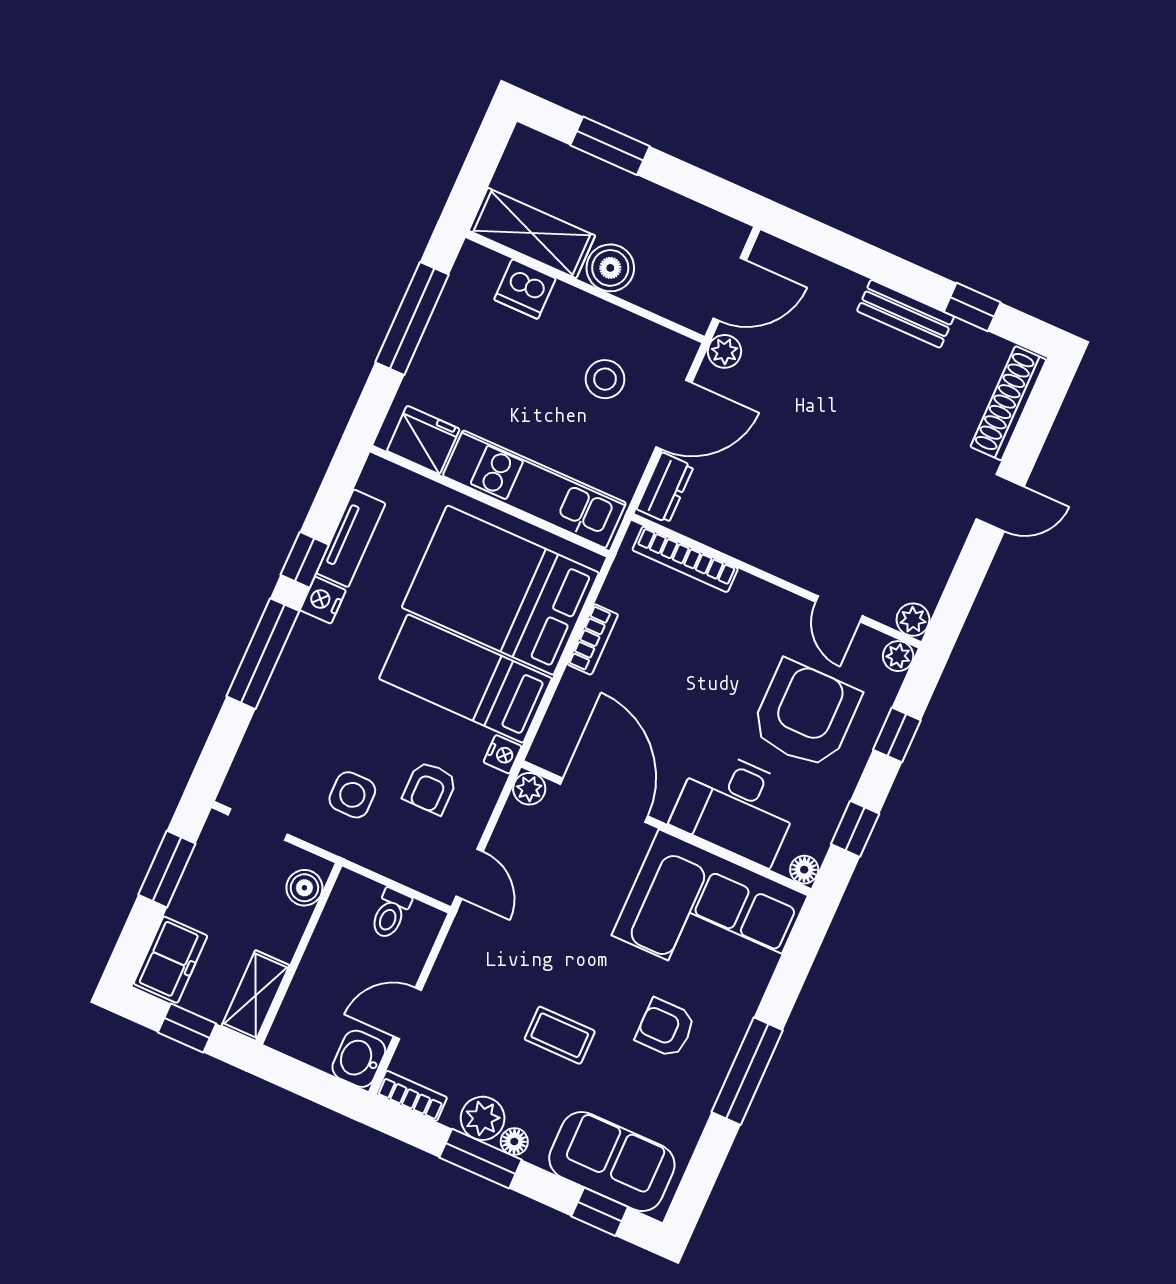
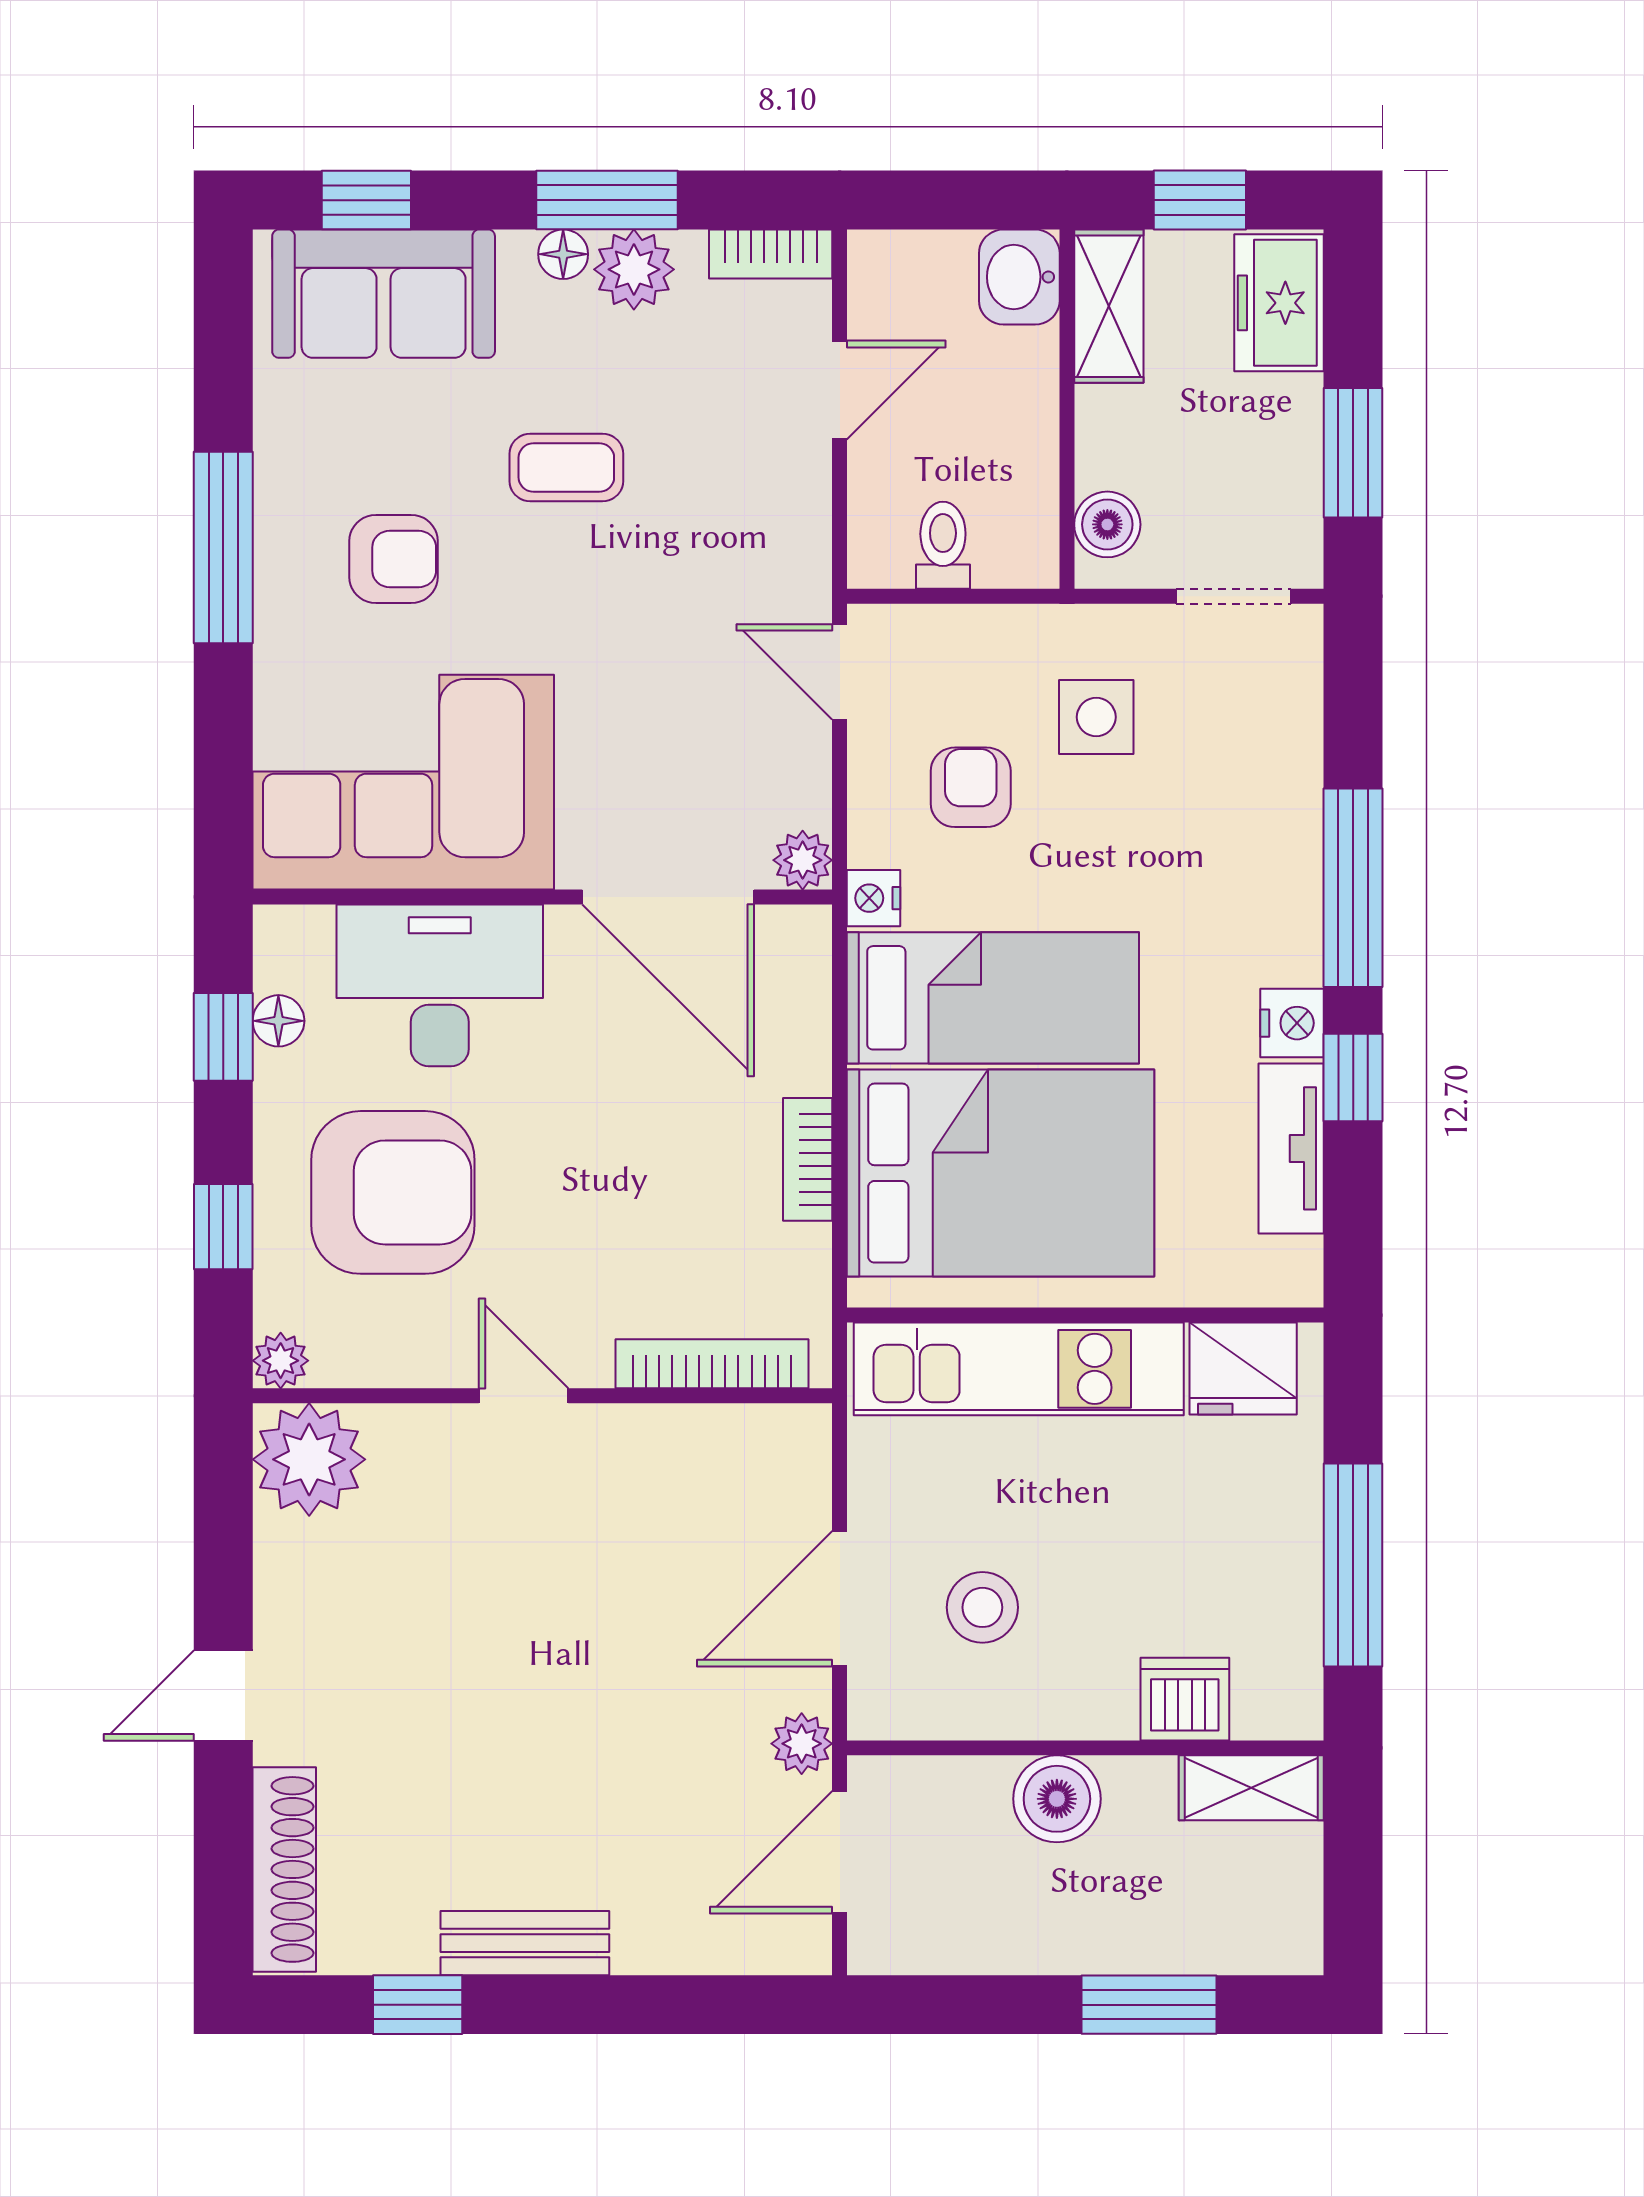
shelving: (532, 233) -> (1251, 1788), width x0.67, depth x0.75
dresser: (665, 488) -> (800, 1469), removed
door: (839, 609) -> (524, 1396), moved
plant: (913, 620) -> (309, 1459), width x1.87, depth x1.87
armchair: (805, 715) -> (393, 1192), turned -90
floor lamp: (804, 870) -> (278, 1021), moved
washbasin: (359, 1059) -> (1019, 277), moved, turned 180

